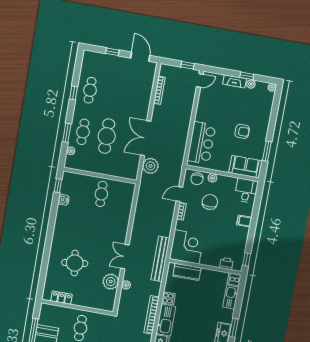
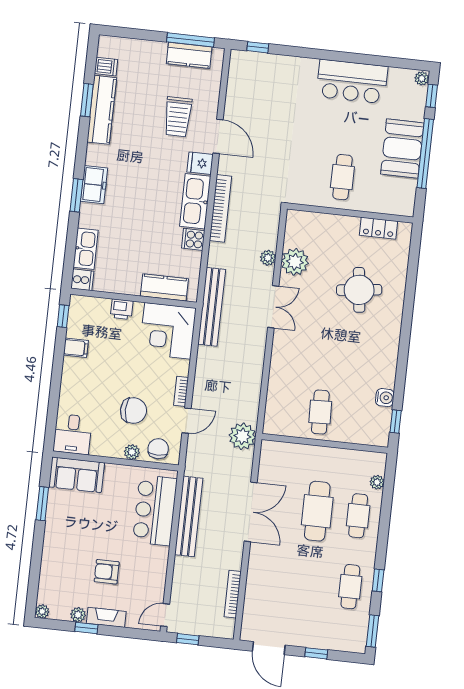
armchair: (242, 131) -> (107, 572), moved
window: (67, 133) -> (373, 631), moved
bench: (182, 138) -> (189, 516), added
plant: (151, 166) -> (242, 436), moved
chair: (210, 202) -> (133, 411), turned -90
filing cabinet: (244, 221) -> (76, 348), moved
printer: (226, 263) -> (122, 309), moved

